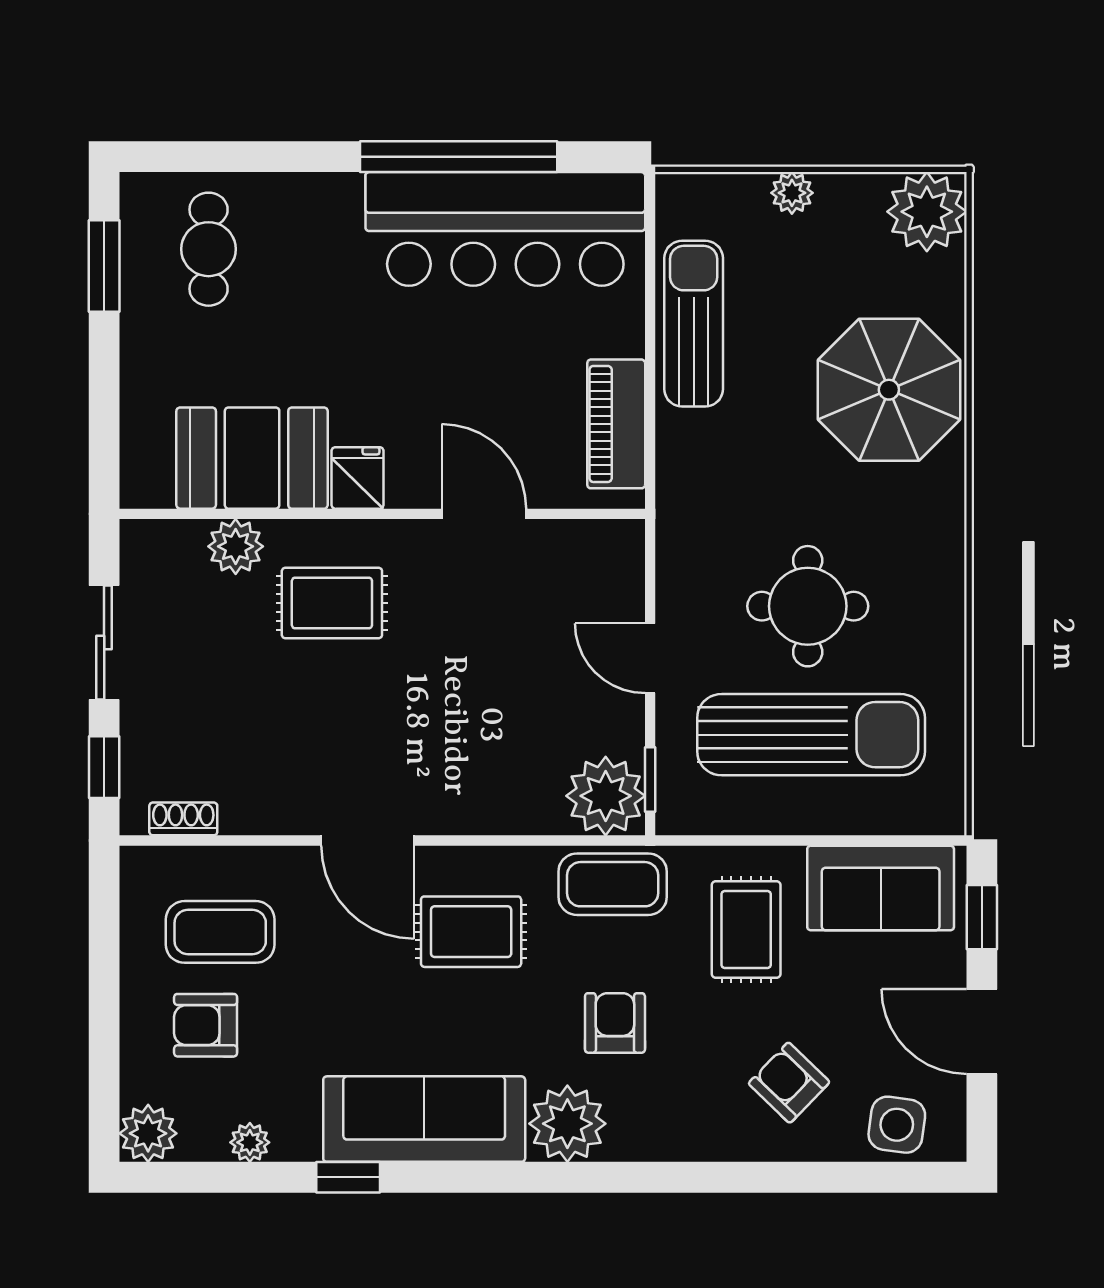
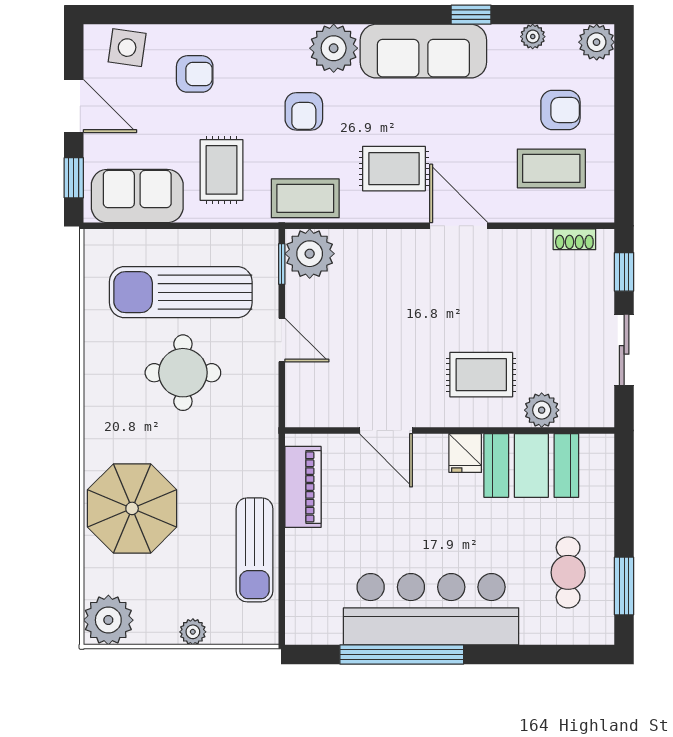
bar counter: (505, 229) -> (431, 609), moved
cafe table: (209, 249) -> (568, 572), moved
armchair: (789, 1083) -> (195, 74), turned -44

